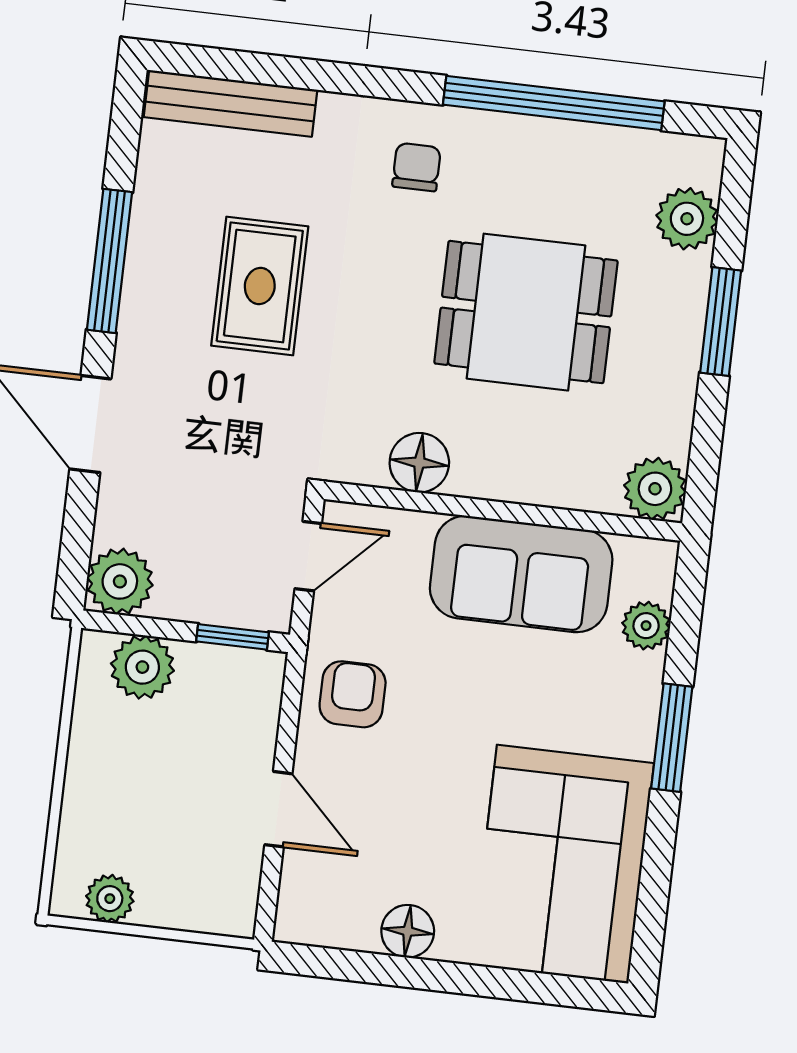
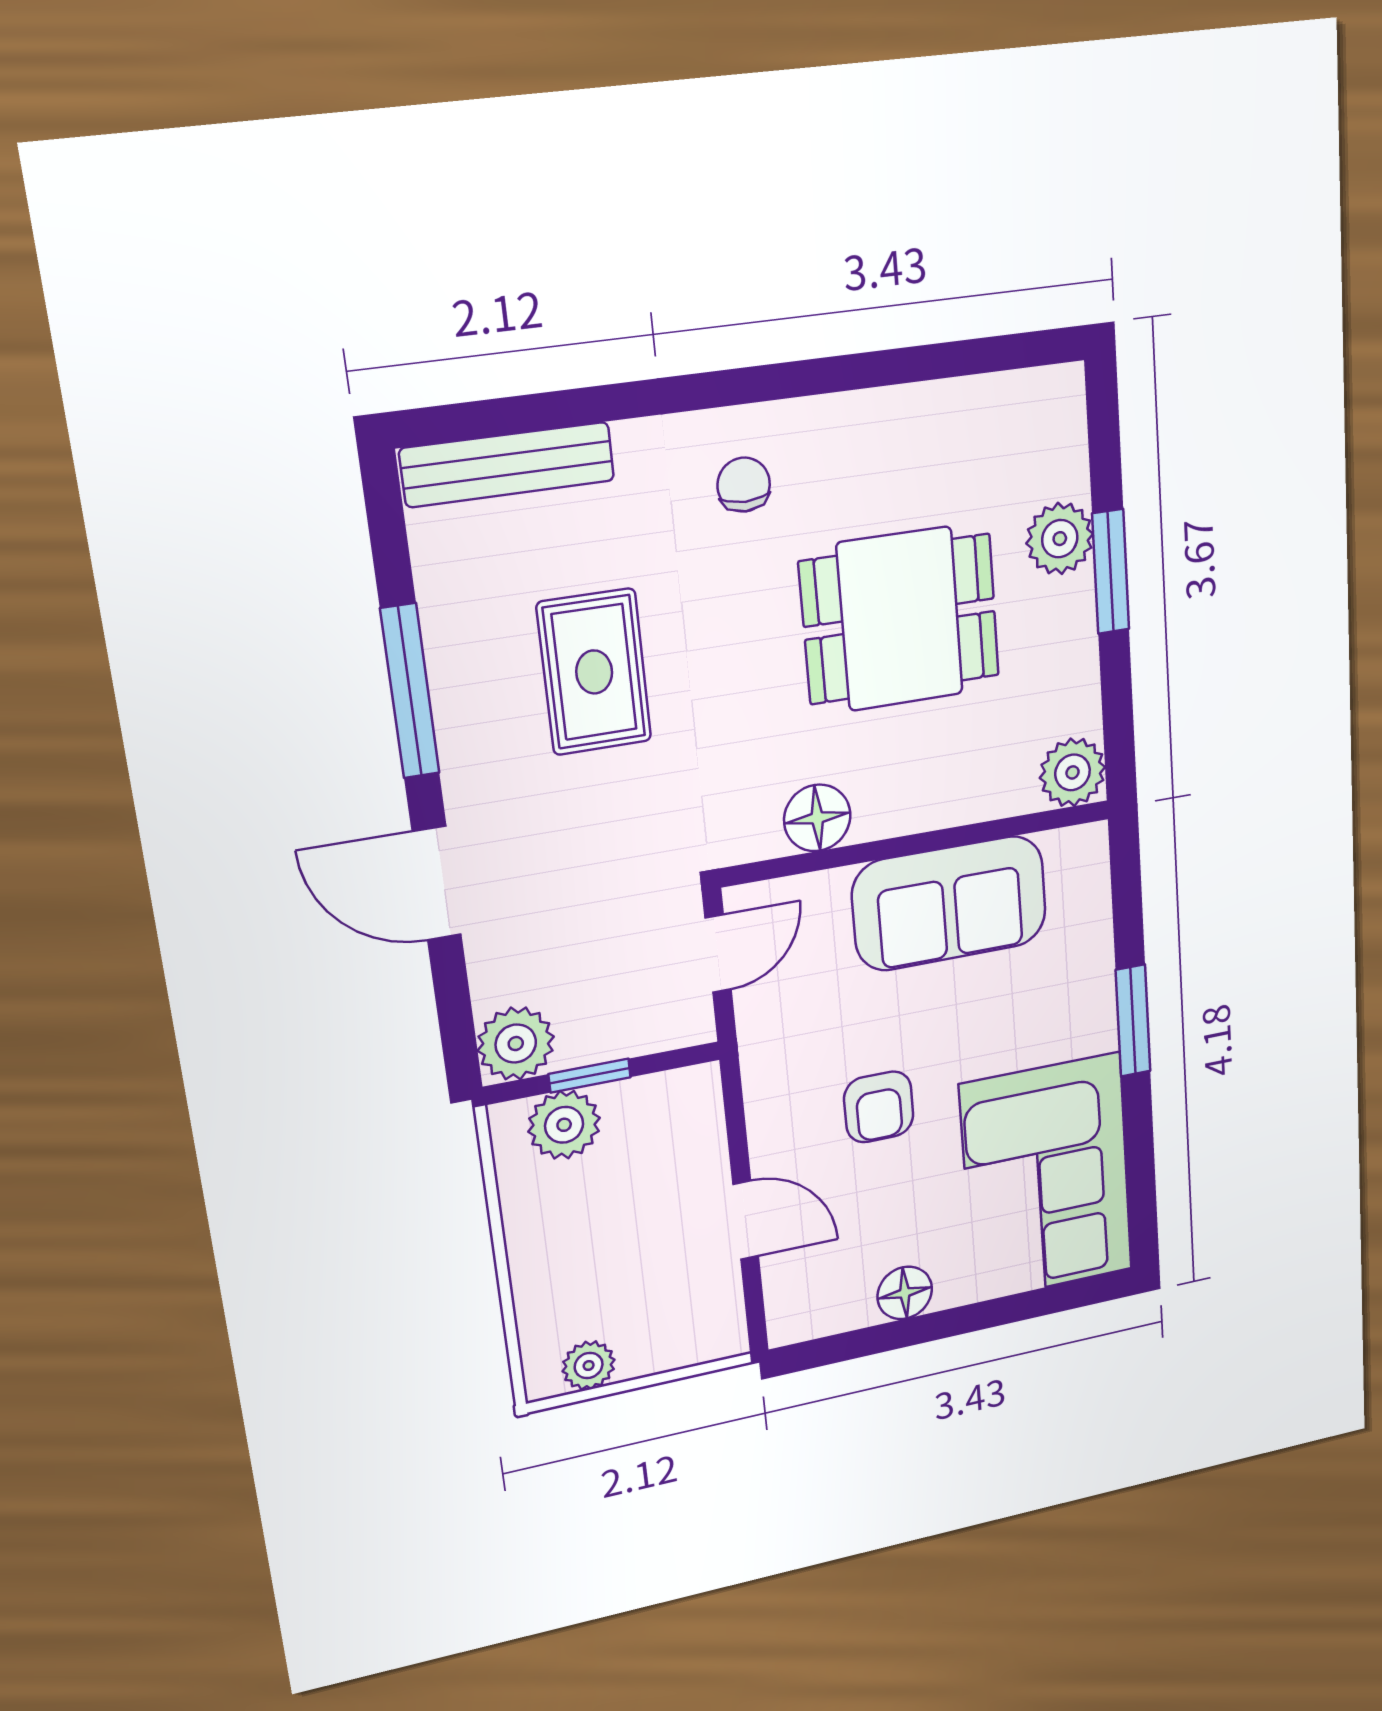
window: (554, 103) -> (885, 368), removed
plant: (687, 219) -> (1060, 539), moved
plant: (646, 626) -> (1088, 917), removed
window: (233, 637) -> (590, 1076), moved
armchair: (353, 694) -> (879, 1107), moved, turned 180

